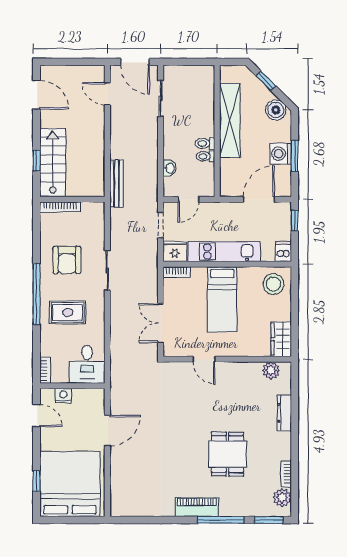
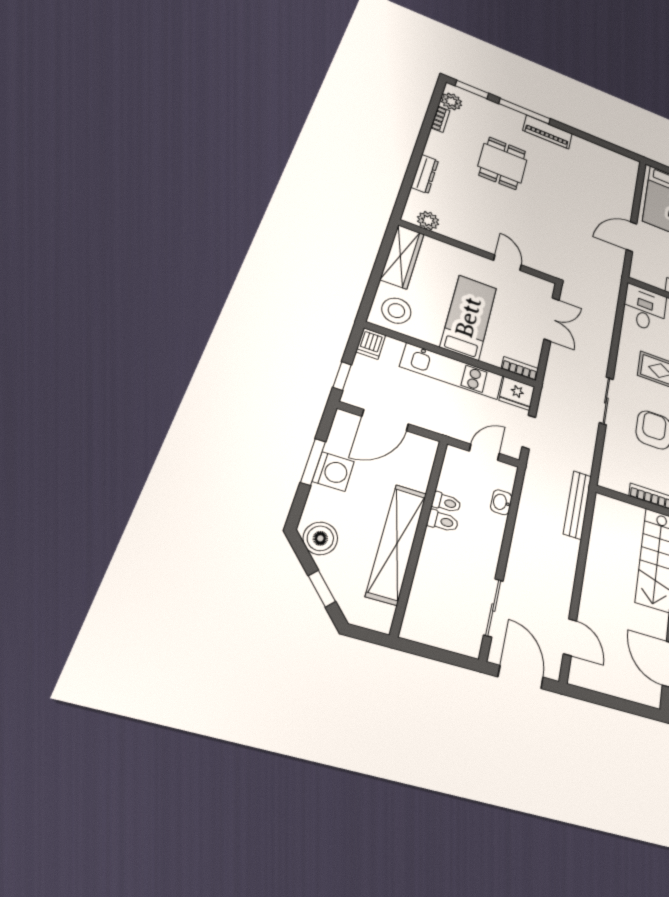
wardrobe: (281, 339) -> (402, 257), width x1.50

